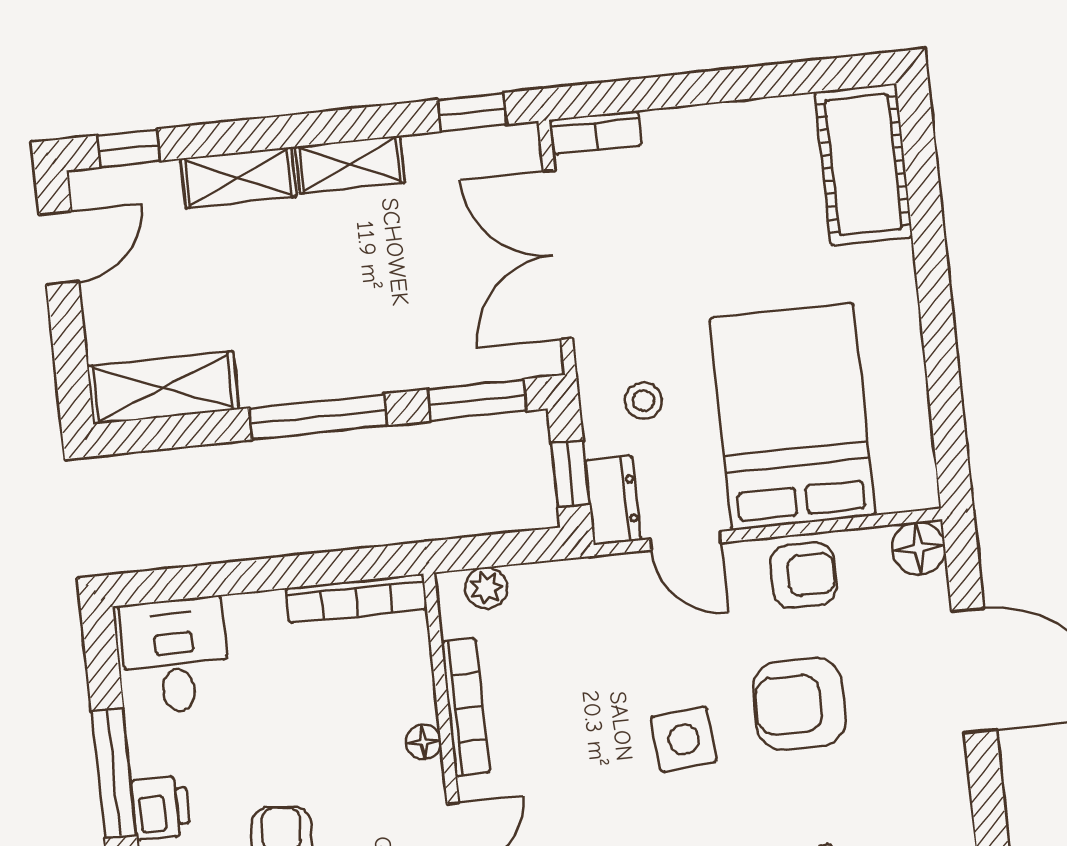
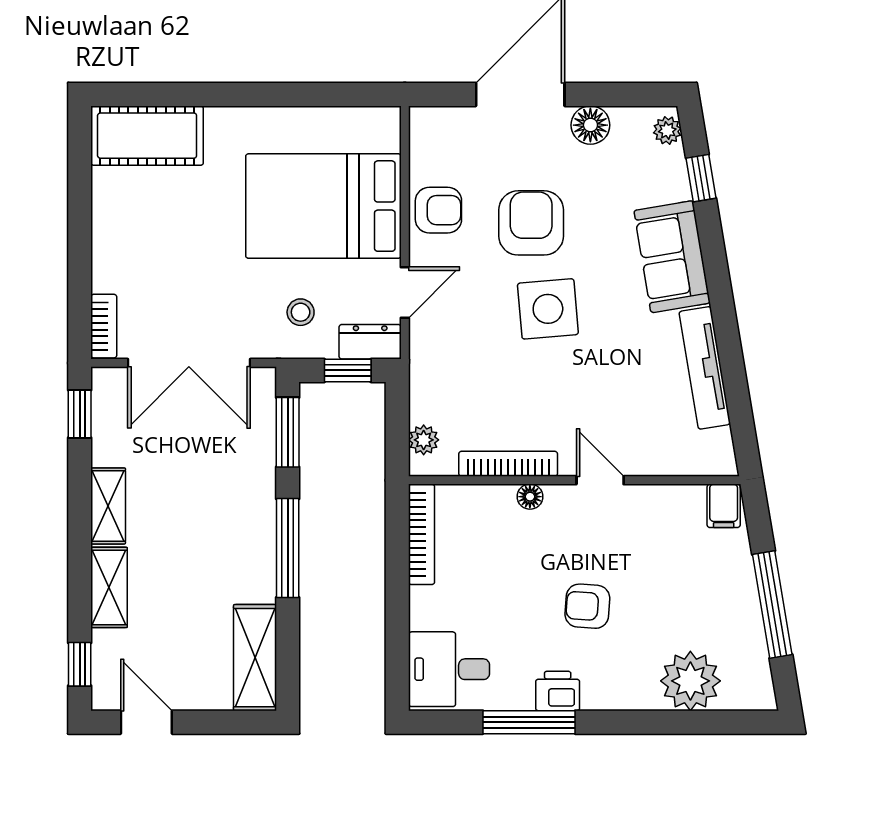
floor lamp: (919, 548) -> (590, 125), moved
armchair: (803, 575) -> (438, 210), turned 90
armchair: (799, 704) -> (531, 223), turned 180
side table: (684, 739) -> (548, 309), width x1.37, depth x1.37

